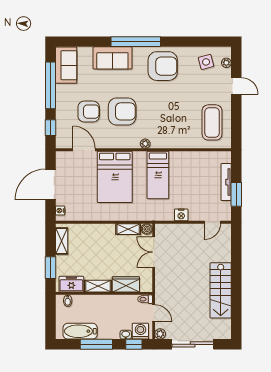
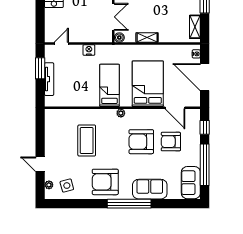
coffee table: (212, 122) -> (87, 141), moved
door: (51, 184) -> (205, 77), swing flipped
shelving: (128, 229) -> (147, 37), moved

